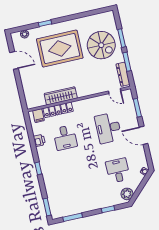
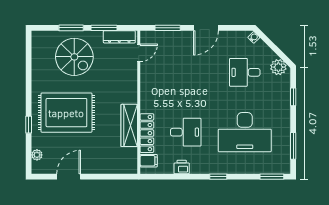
spiral stairs: (101, 45) -> (74, 57), turned 90
rug: (60, 49) -> (66, 113), turned 90
desk: (108, 128) -> (245, 132), moved, width x1.36, depth x1.30

